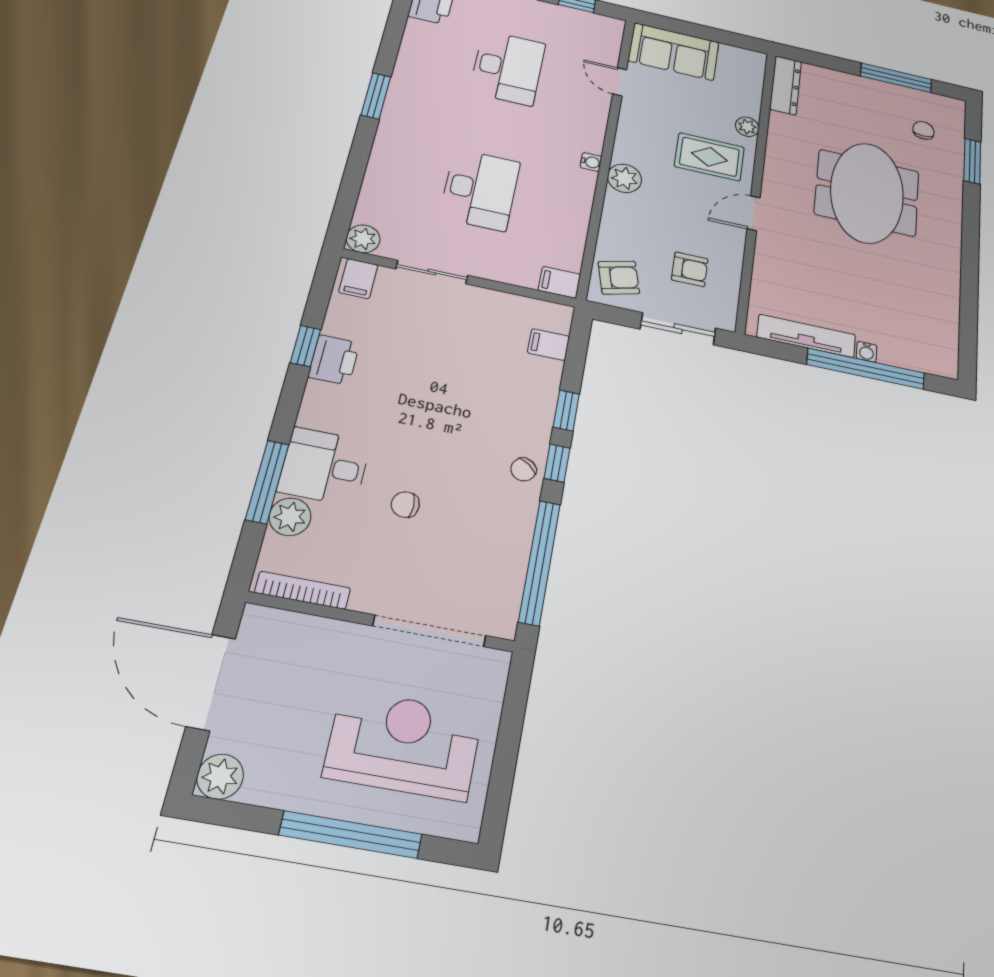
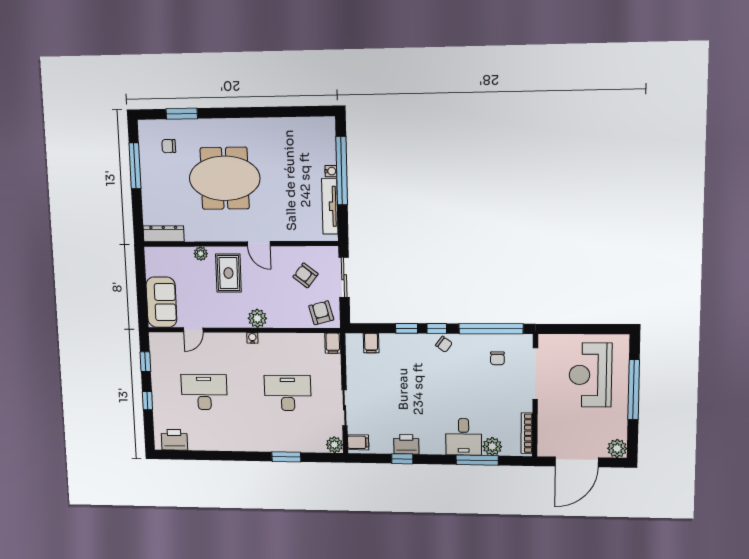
window: (376, 96) -> (286, 457), moved
armchair: (690, 269) -> (305, 275), turned -52
chair: (405, 505) -> (497, 358), moved

